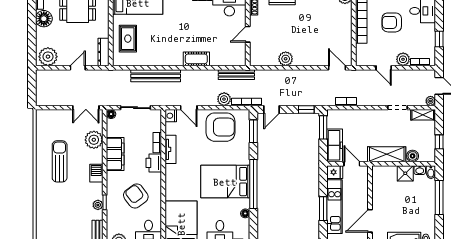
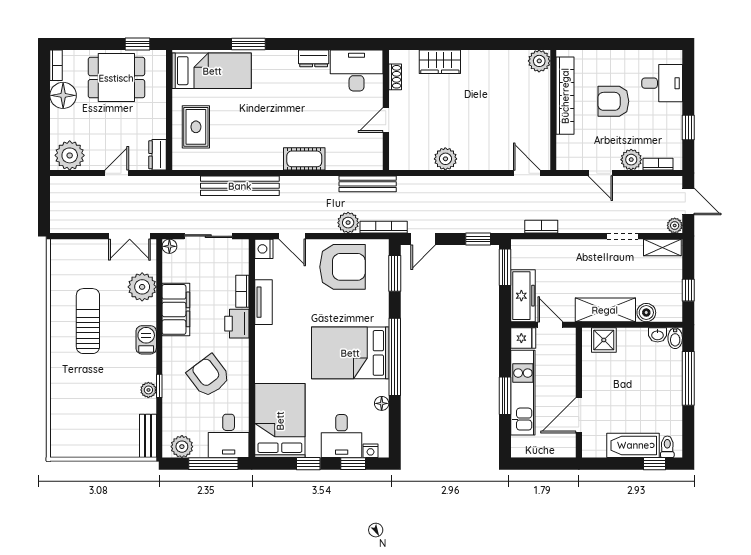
dresser: (104, 52) -> (158, 155), width x0.70
shower: (405, 173) -> (604, 340), moved

